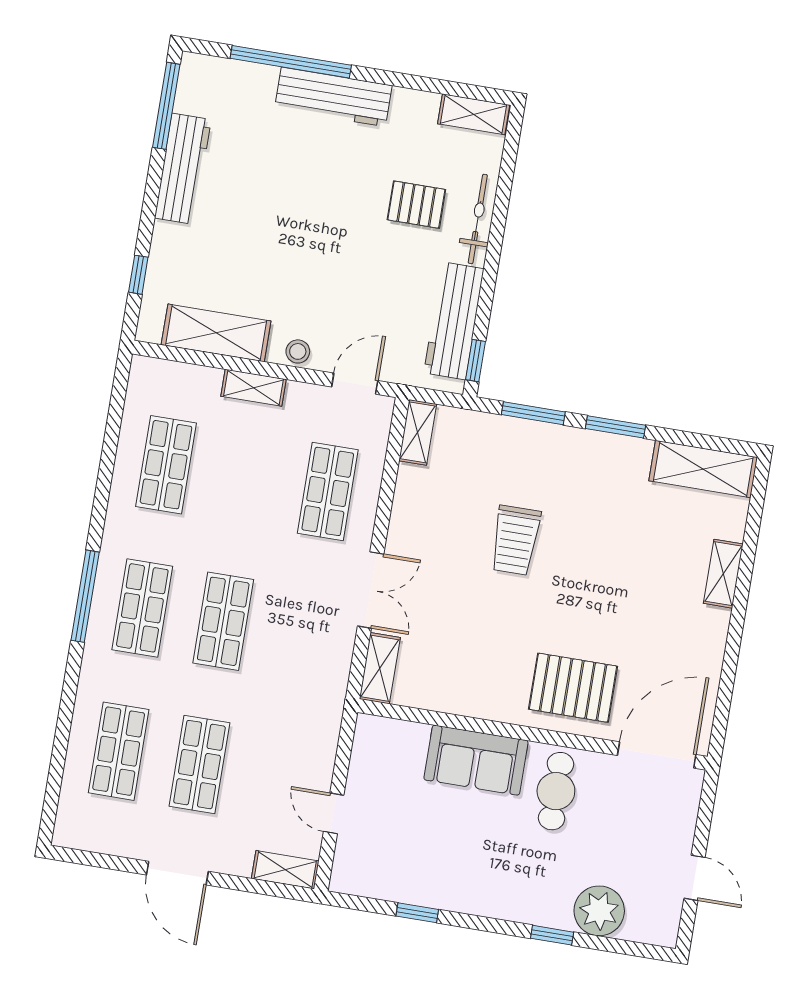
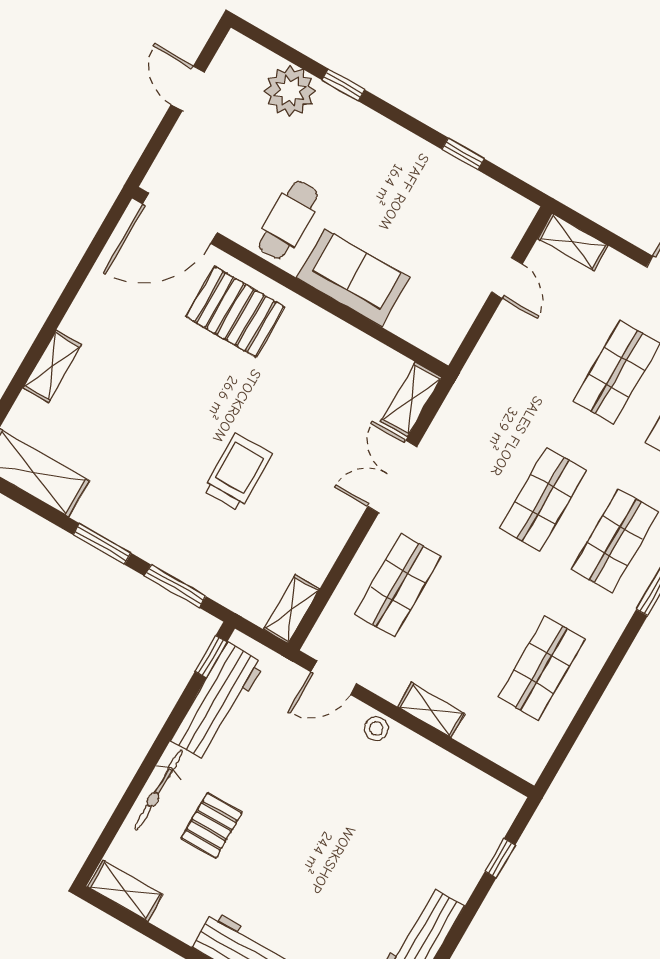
pallet: (416, 205) -> (212, 826), turned 90
shelving: (216, 333) -> (447, 775), removed

